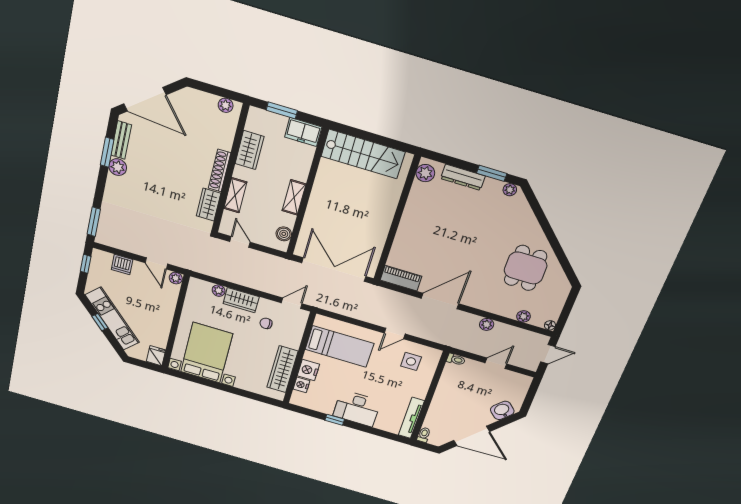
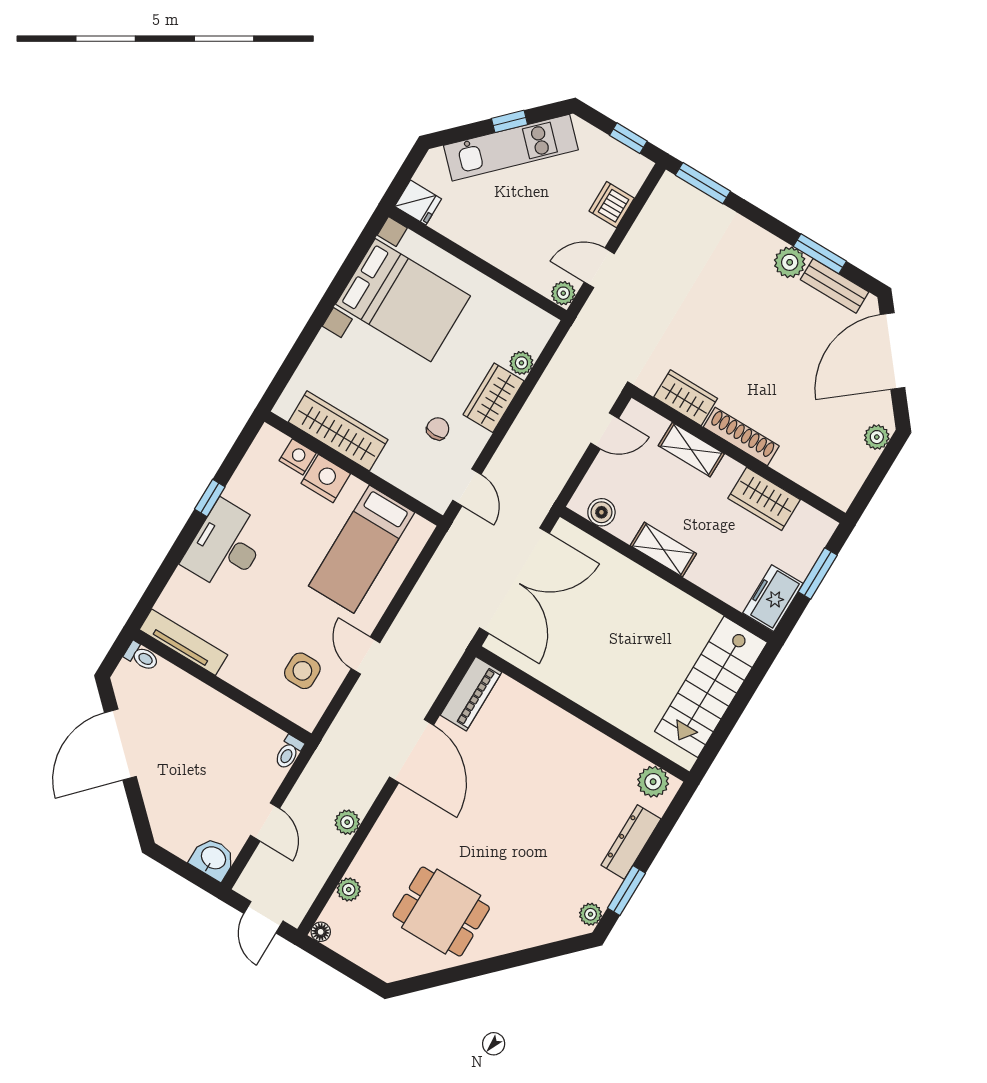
plant: (226, 105) -> (877, 437), moved
washbasin: (502, 410) -> (213, 859), moved, turned -44

